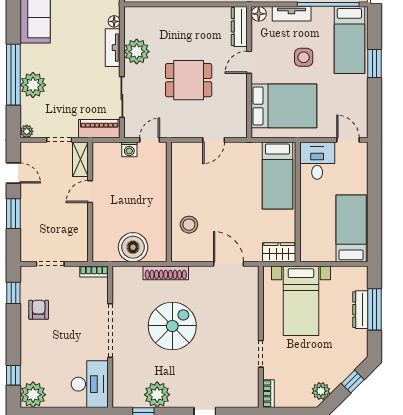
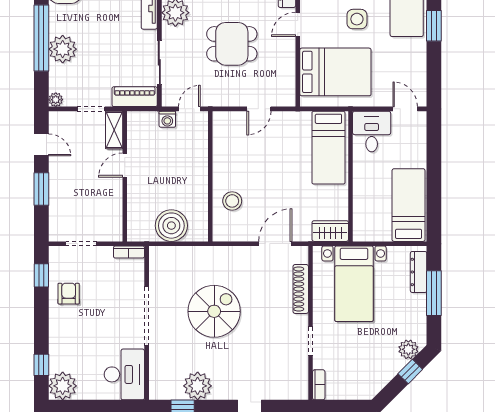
door: (229, 264) -> (275, 244), hinge flipped
shoe rack: (166, 273) -> (301, 289), moved, turned 90
dresser: (360, 310) -> (419, 272), moved
plant: (321, 391) -> (408, 349), moved

